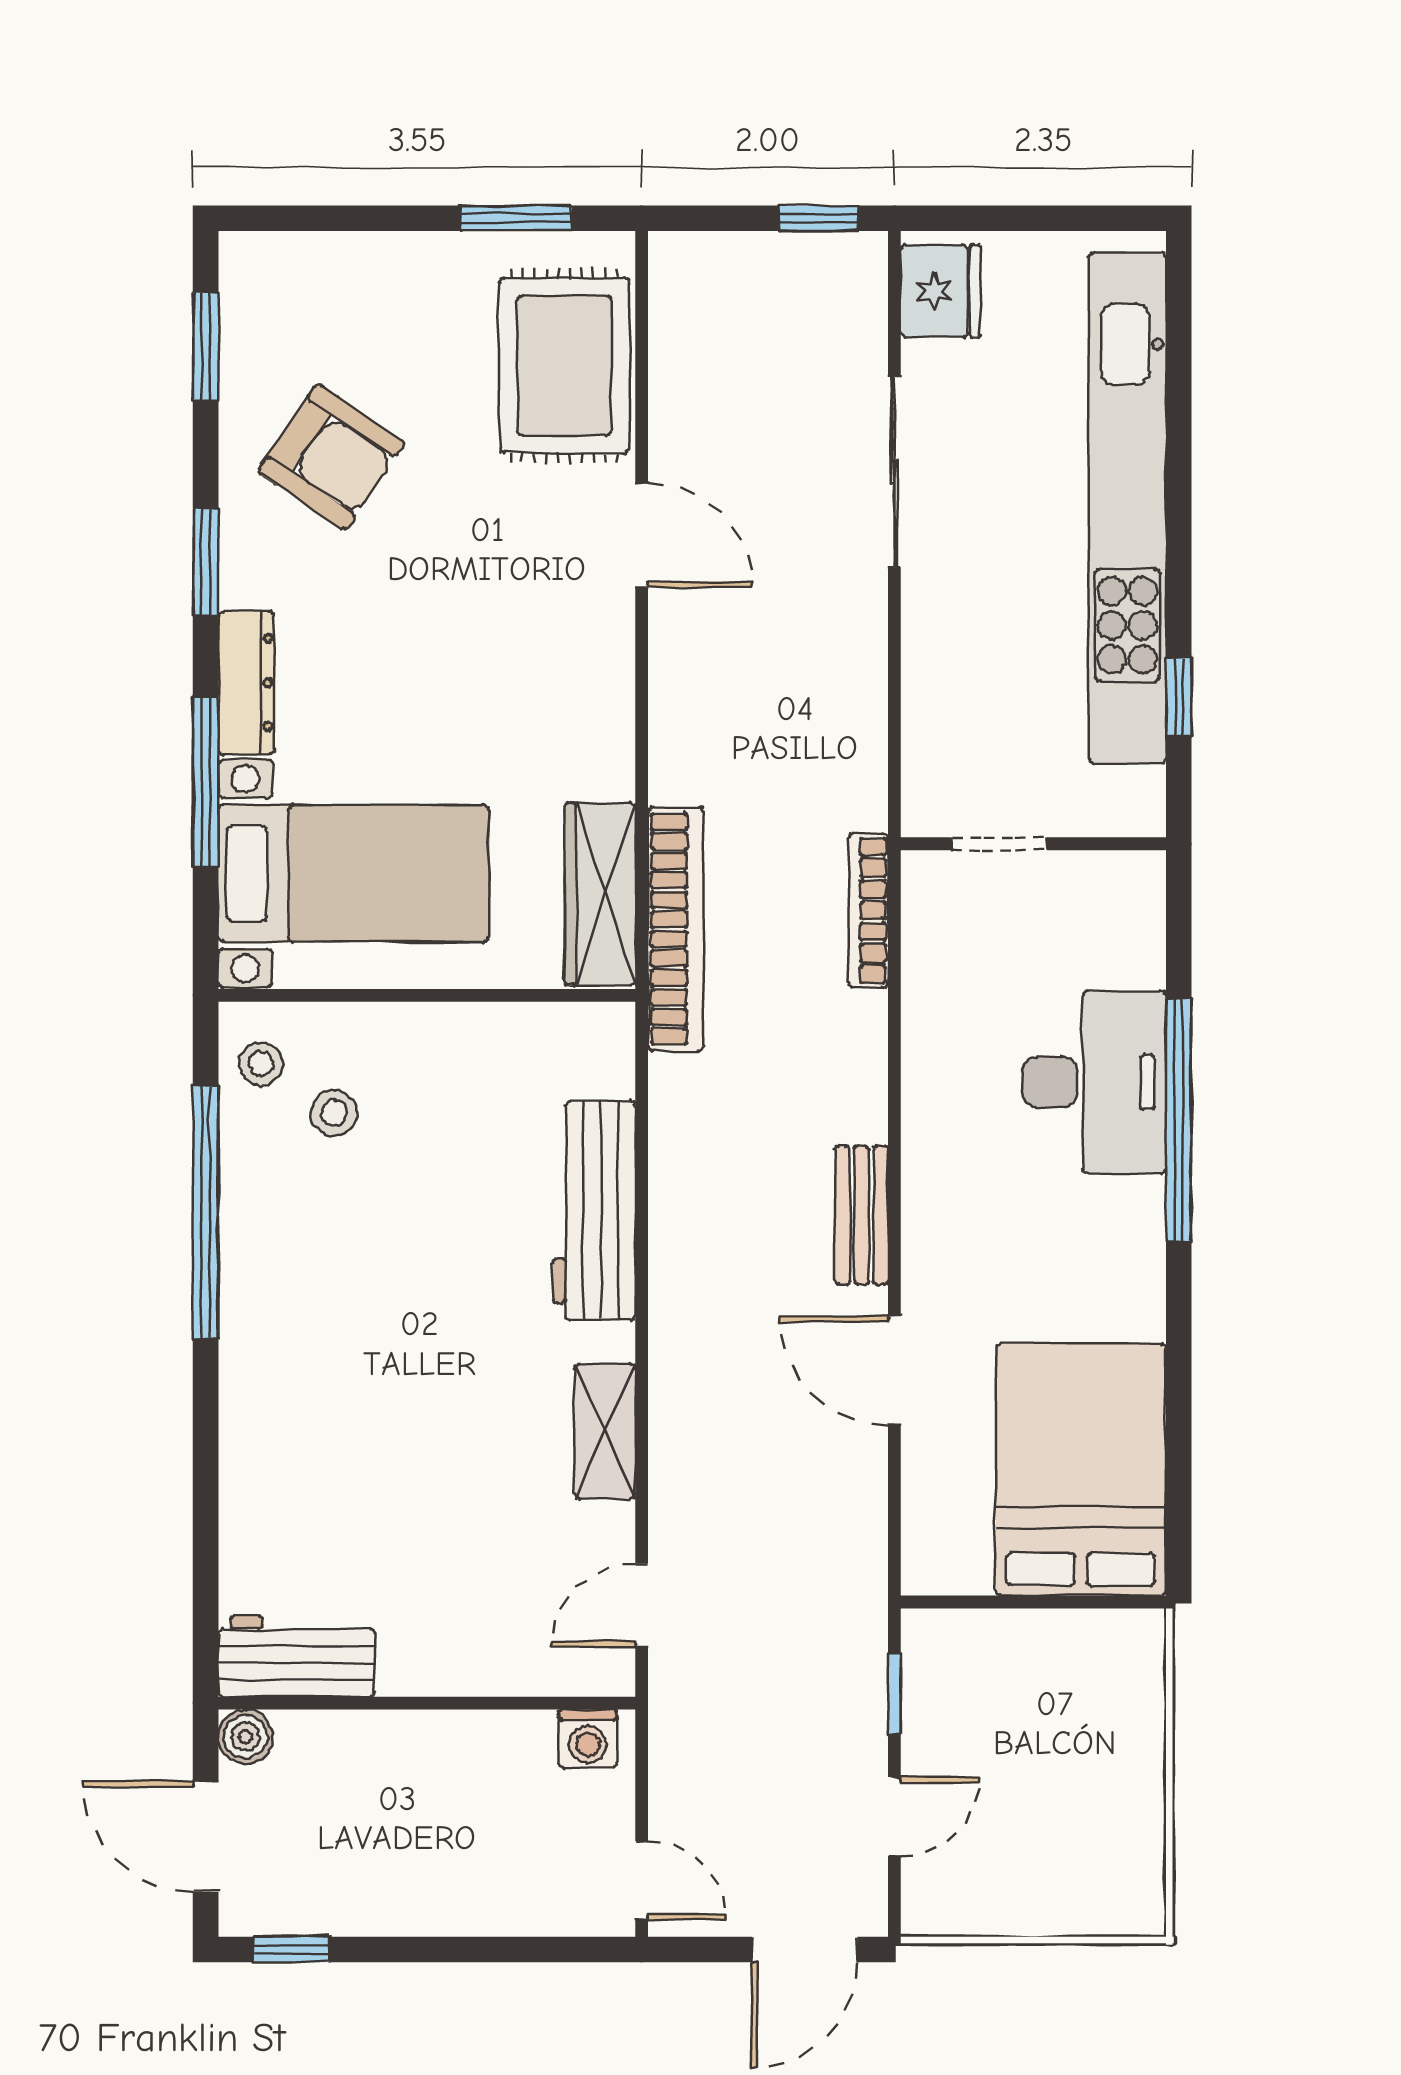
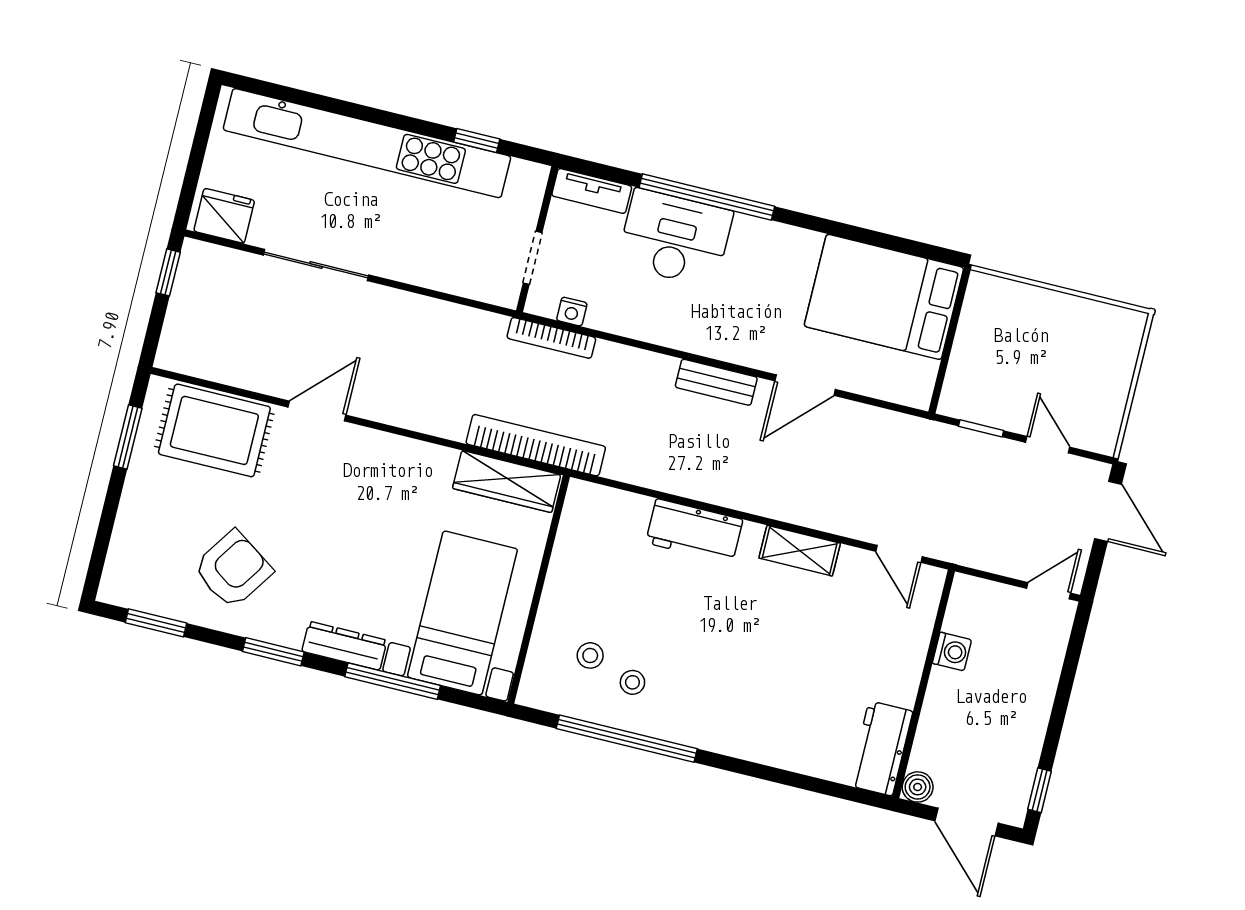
tv unit: (1140, 918) -> (592, 191), added
nightstand: (923, 935) -> (572, 312), added
stool: (261, 1064) -> (632, 682), moved
workbench: (594, 1211) -> (694, 531), width x0.73
washing machine: (588, 1739) -> (952, 652), moved
door: (206, 1836) -> (966, 822), hinge flipped

